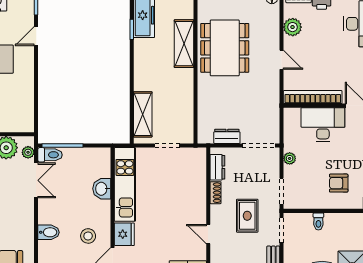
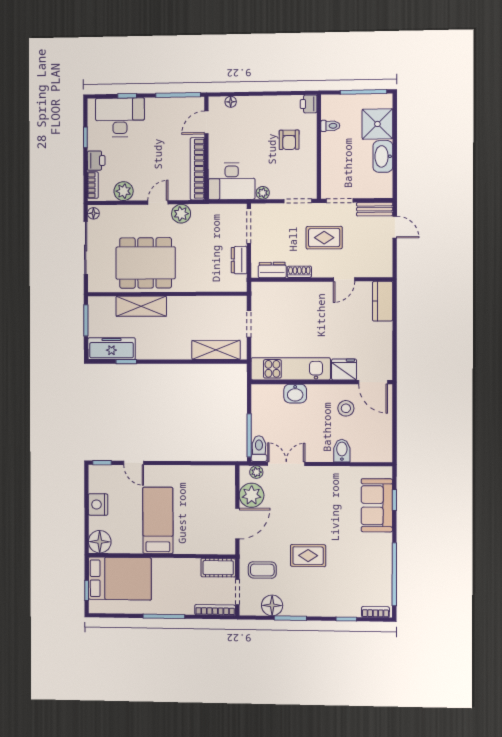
plant: (271, 82) -> (181, 214), added
desk: (323, 125) -> (232, 181), moved, turned -90
toilet: (318, 221) -> (330, 126), moved

